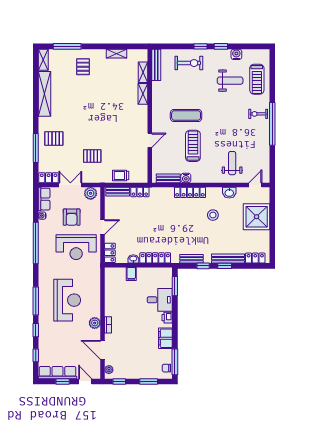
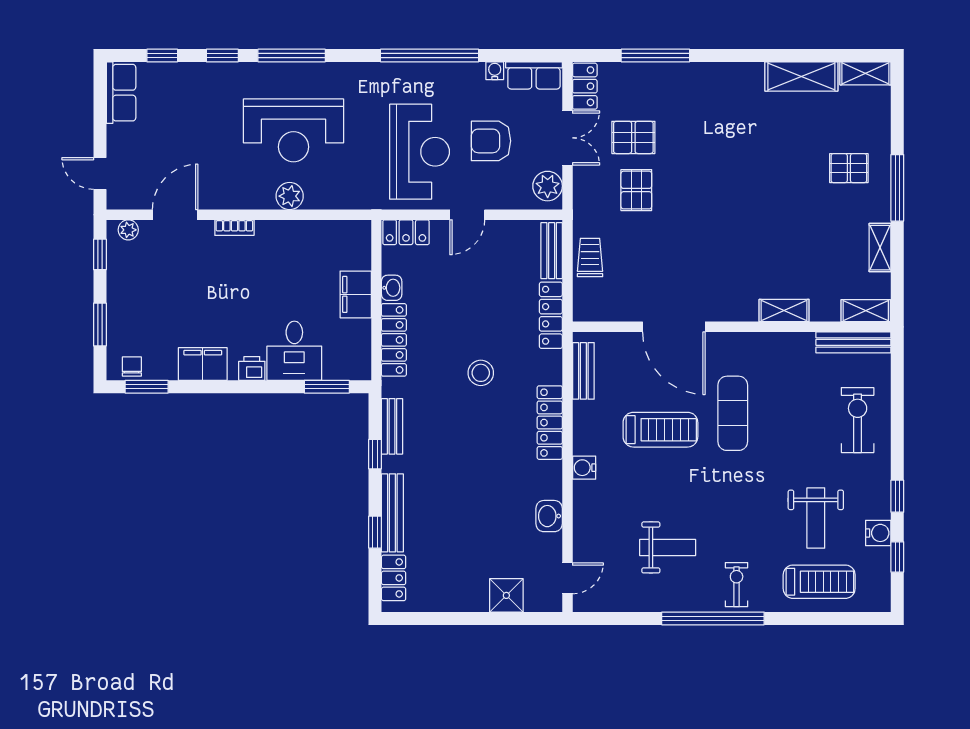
window: (67, 46) -> (897, 188), moved
window: (201, 46) -> (897, 557), moved
exercise bike: (189, 63) -> (858, 420), turned 180
shelving: (143, 72) -> (866, 311), moved
treadmill: (257, 79) -> (819, 582), turned 180
shelving: (44, 94) -> (801, 76), width x0.68
pallet: (54, 138) -> (633, 137), moved, turned 90
door: (150, 140) -> (674, 327), width x1.88
weight bench: (232, 163) -> (668, 547), moved
water cooler: (186, 178) -> (584, 468), moved
door: (255, 185) -> (567, 578), hinge flipped
locker: (140, 192) -> (551, 315), width x1.53
stool: (213, 215) -> (481, 373), moved
shower: (257, 217) -> (506, 595), width x0.54, depth x0.54
door: (103, 227) -> (467, 215), hinge flipped
reception desk: (76, 247) -> (420, 152), turned 180
window: (225, 266) -> (375, 532), moved
filing cabinet: (131, 274) -> (356, 294), width x2.00
plant: (95, 323) -> (290, 196), moved
window: (175, 362) -> (147, 387), width x0.69
row of seats: (57, 373) -> (121, 93), width x0.68
window: (63, 381) -> (100, 119), removed
door: (85, 381) -> (100, 173), swing flipped

